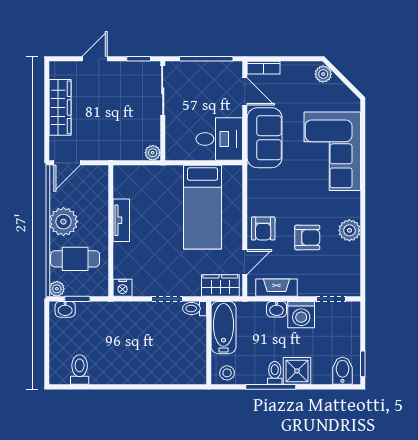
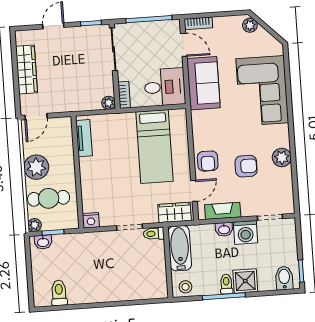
bookcase: (171, 145) -> (124, 95), added
tv unit: (121, 220) -> (84, 138), moved

